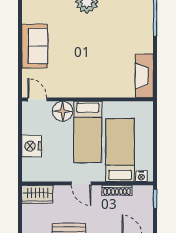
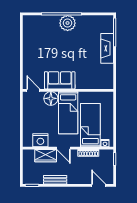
sofa: (35, 46) -> (60, 80), moved, turned -90
fireplace: (144, 76) -> (107, 48), moved
nightstand: (32, 146) -> (40, 140), moved, turned -90
wardrobe: (37, 194) -> (46, 156), moved

